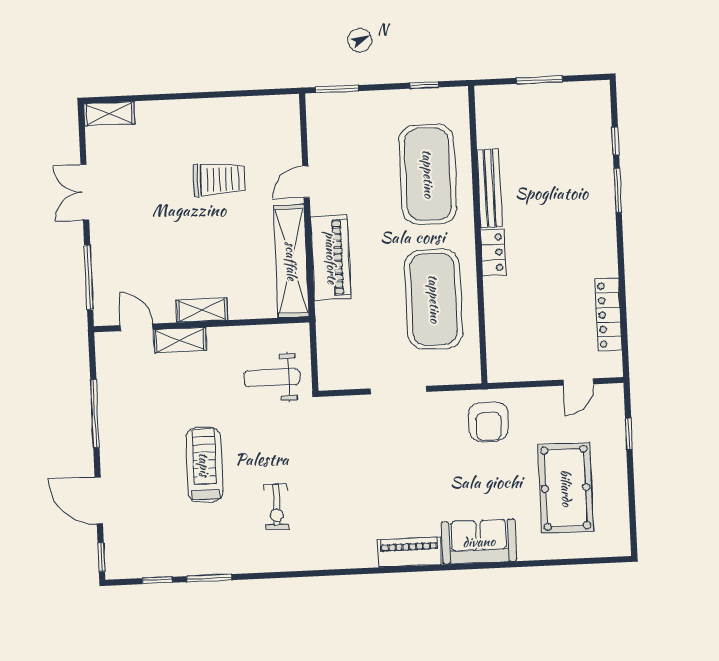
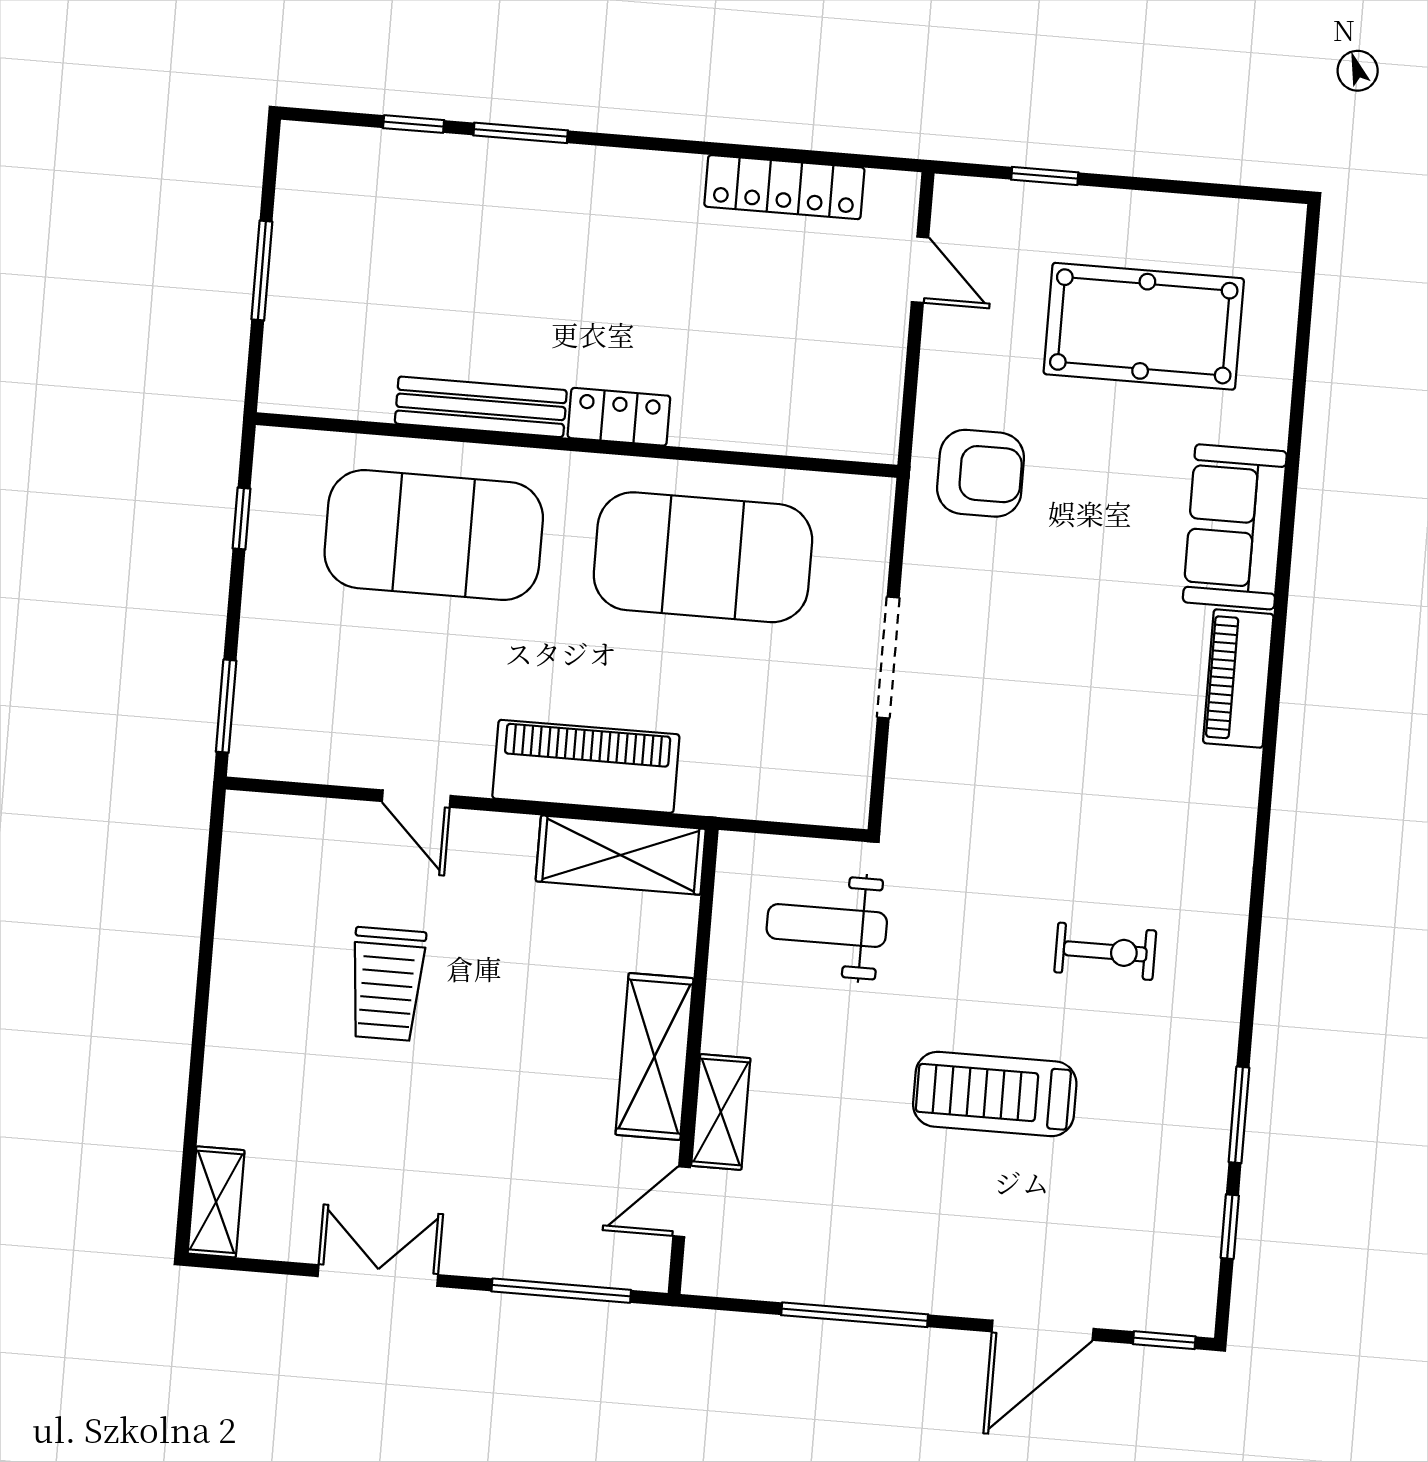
trolley: (219, 179) -> (387, 984), turned 180
double door: (85, 192) -> (378, 1276), swing flipped
shelving: (291, 261) -> (621, 855), width x0.68
shelving: (202, 310) -> (654, 1057), width x1.50, depth x1.33
weight bench: (272, 378) -> (827, 925), turned 90

